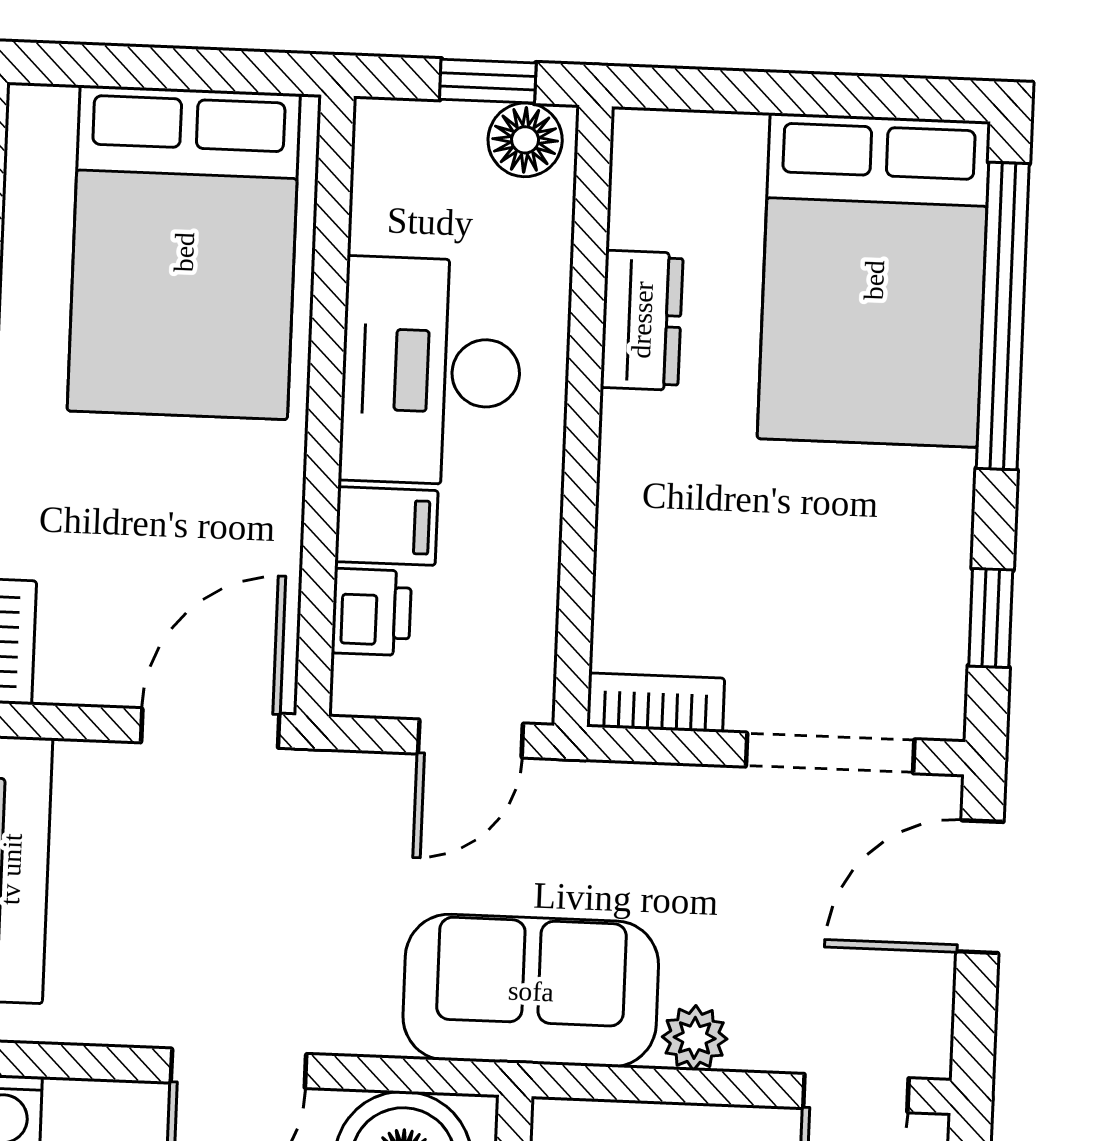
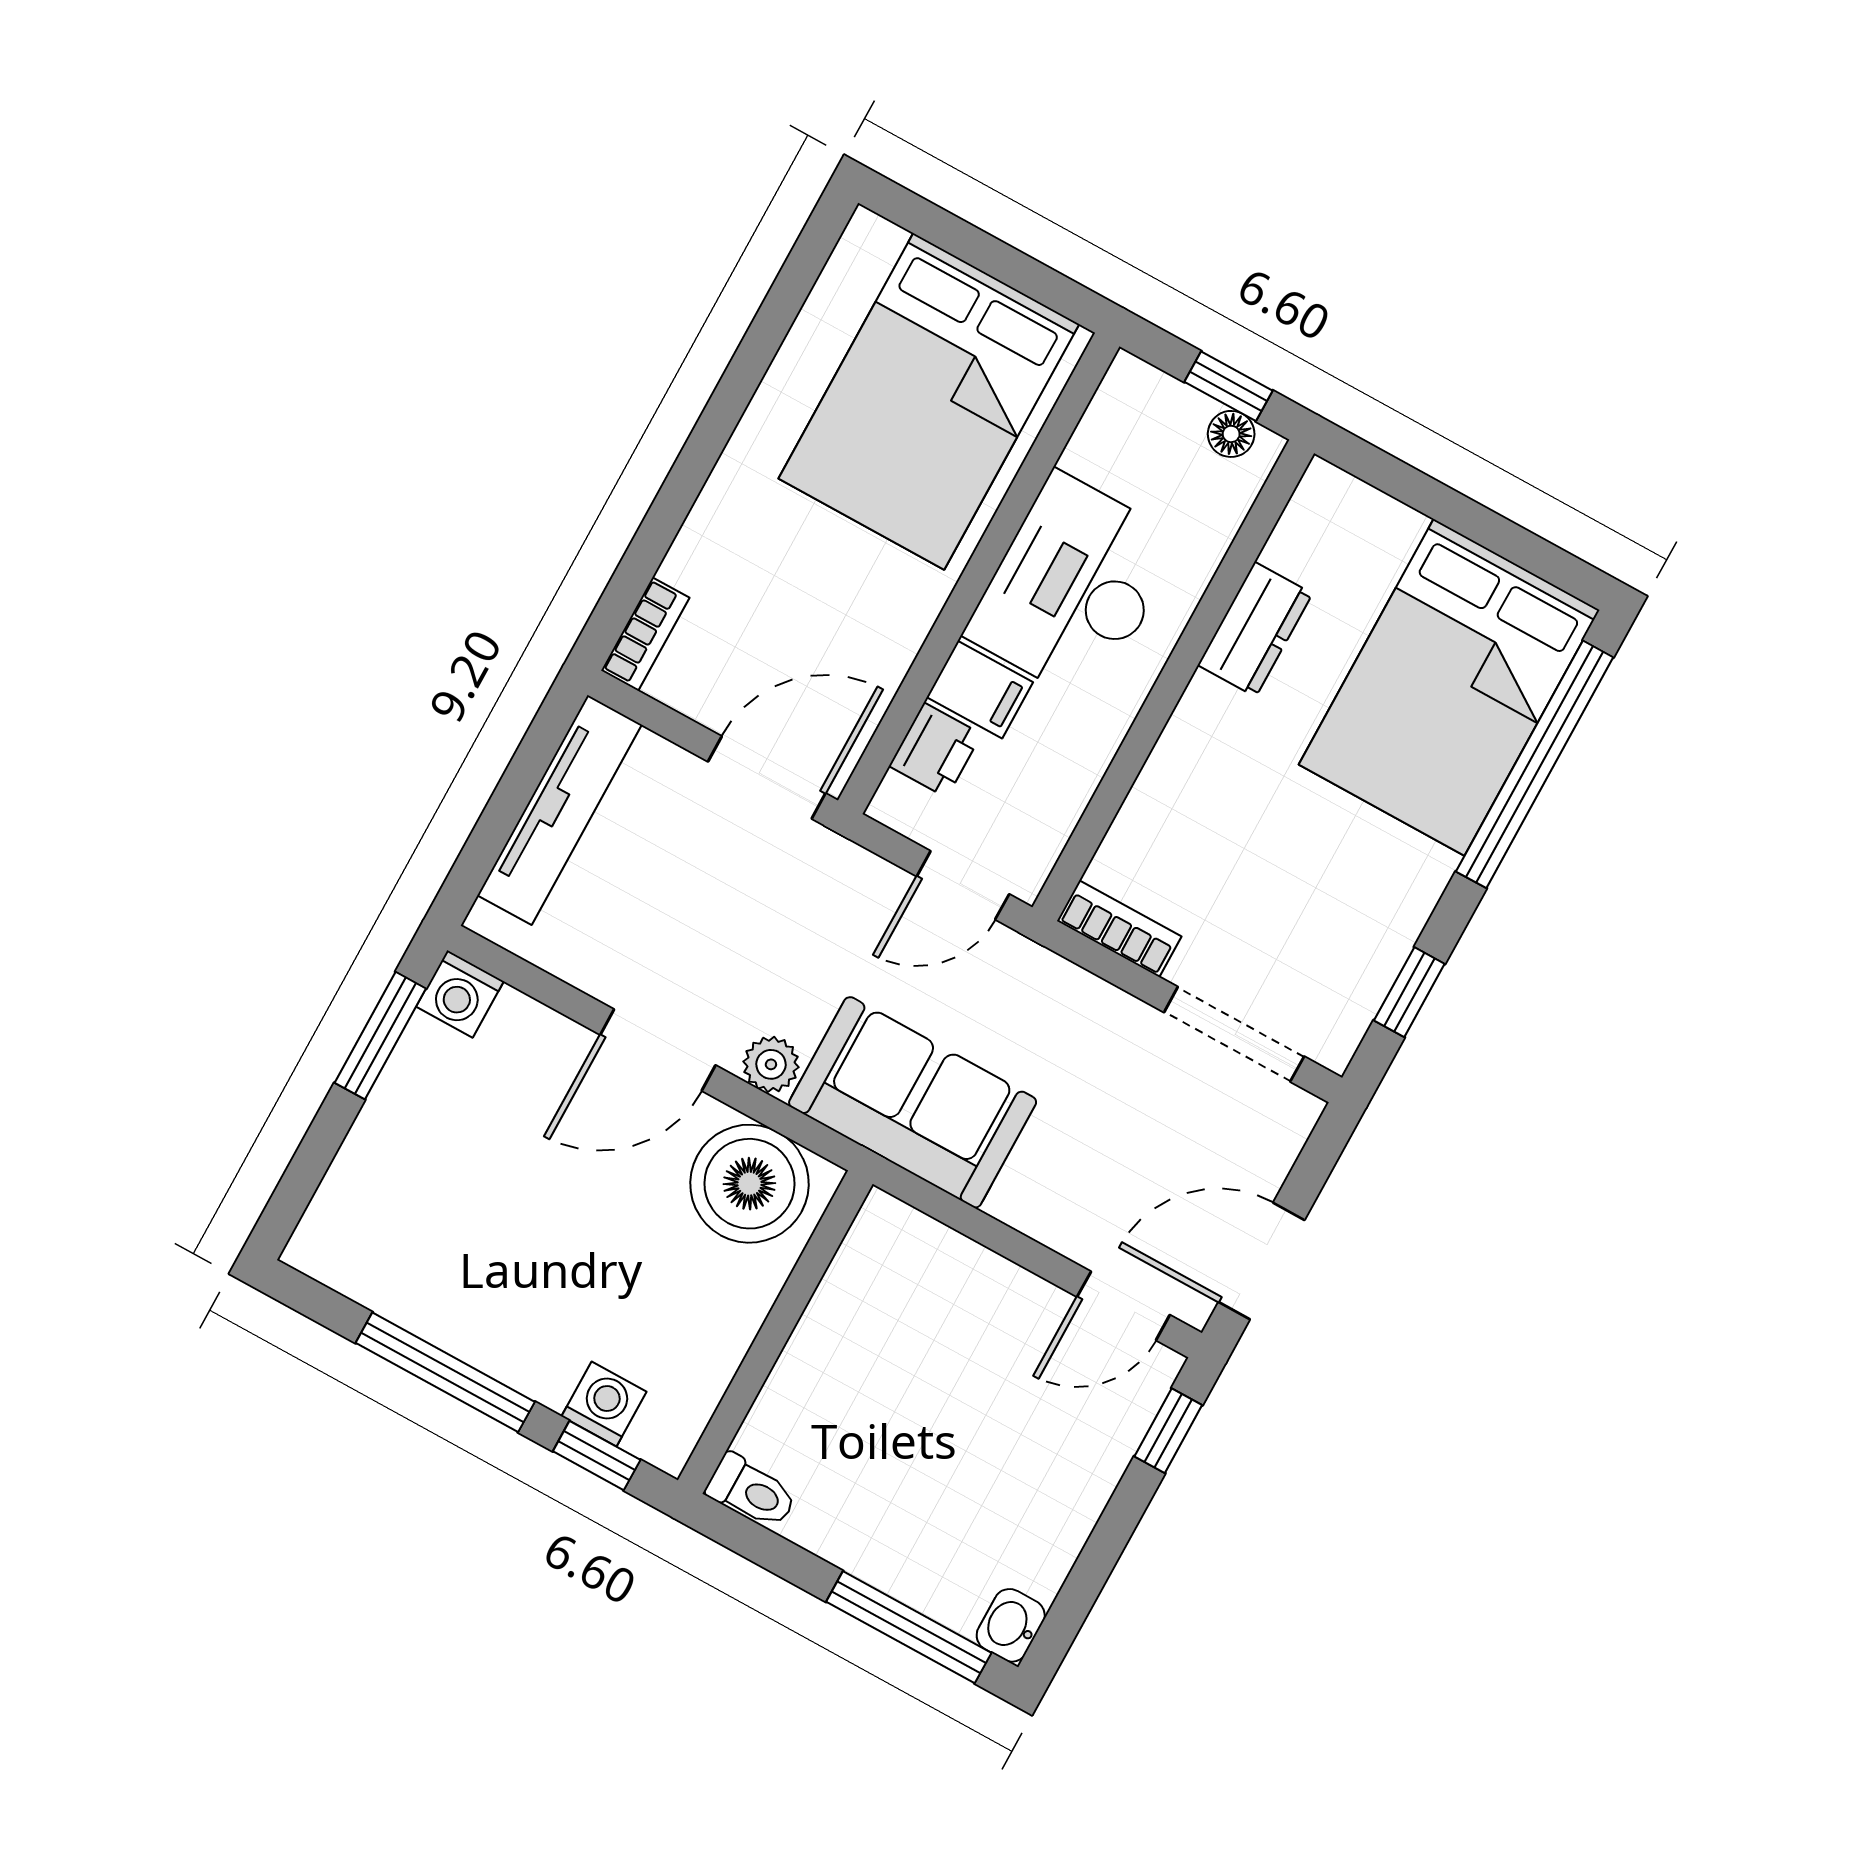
floor lamp: (525, 140) -> (1231, 434), width x0.73, depth x0.73
door: (980, 887) -> (1262, 1261), moved
plant: (695, 1038) -> (771, 1064), moved

